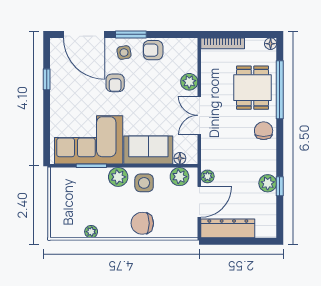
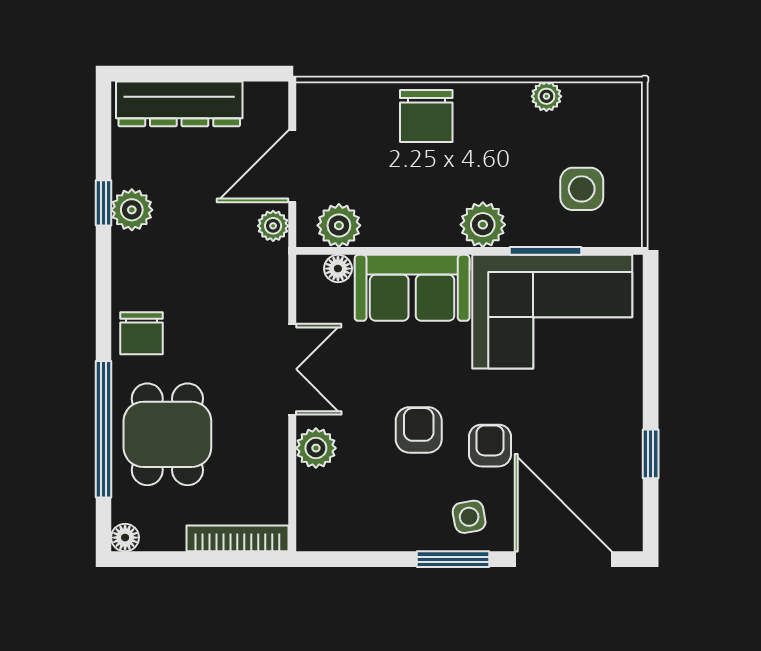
armchair: (153, 50) -> (419, 430), moved, turned -90
side table: (144, 183) -> (582, 189), moved
chair: (142, 223) -> (426, 116), turned 90
dresser: (228, 228) -> (179, 104), moved

